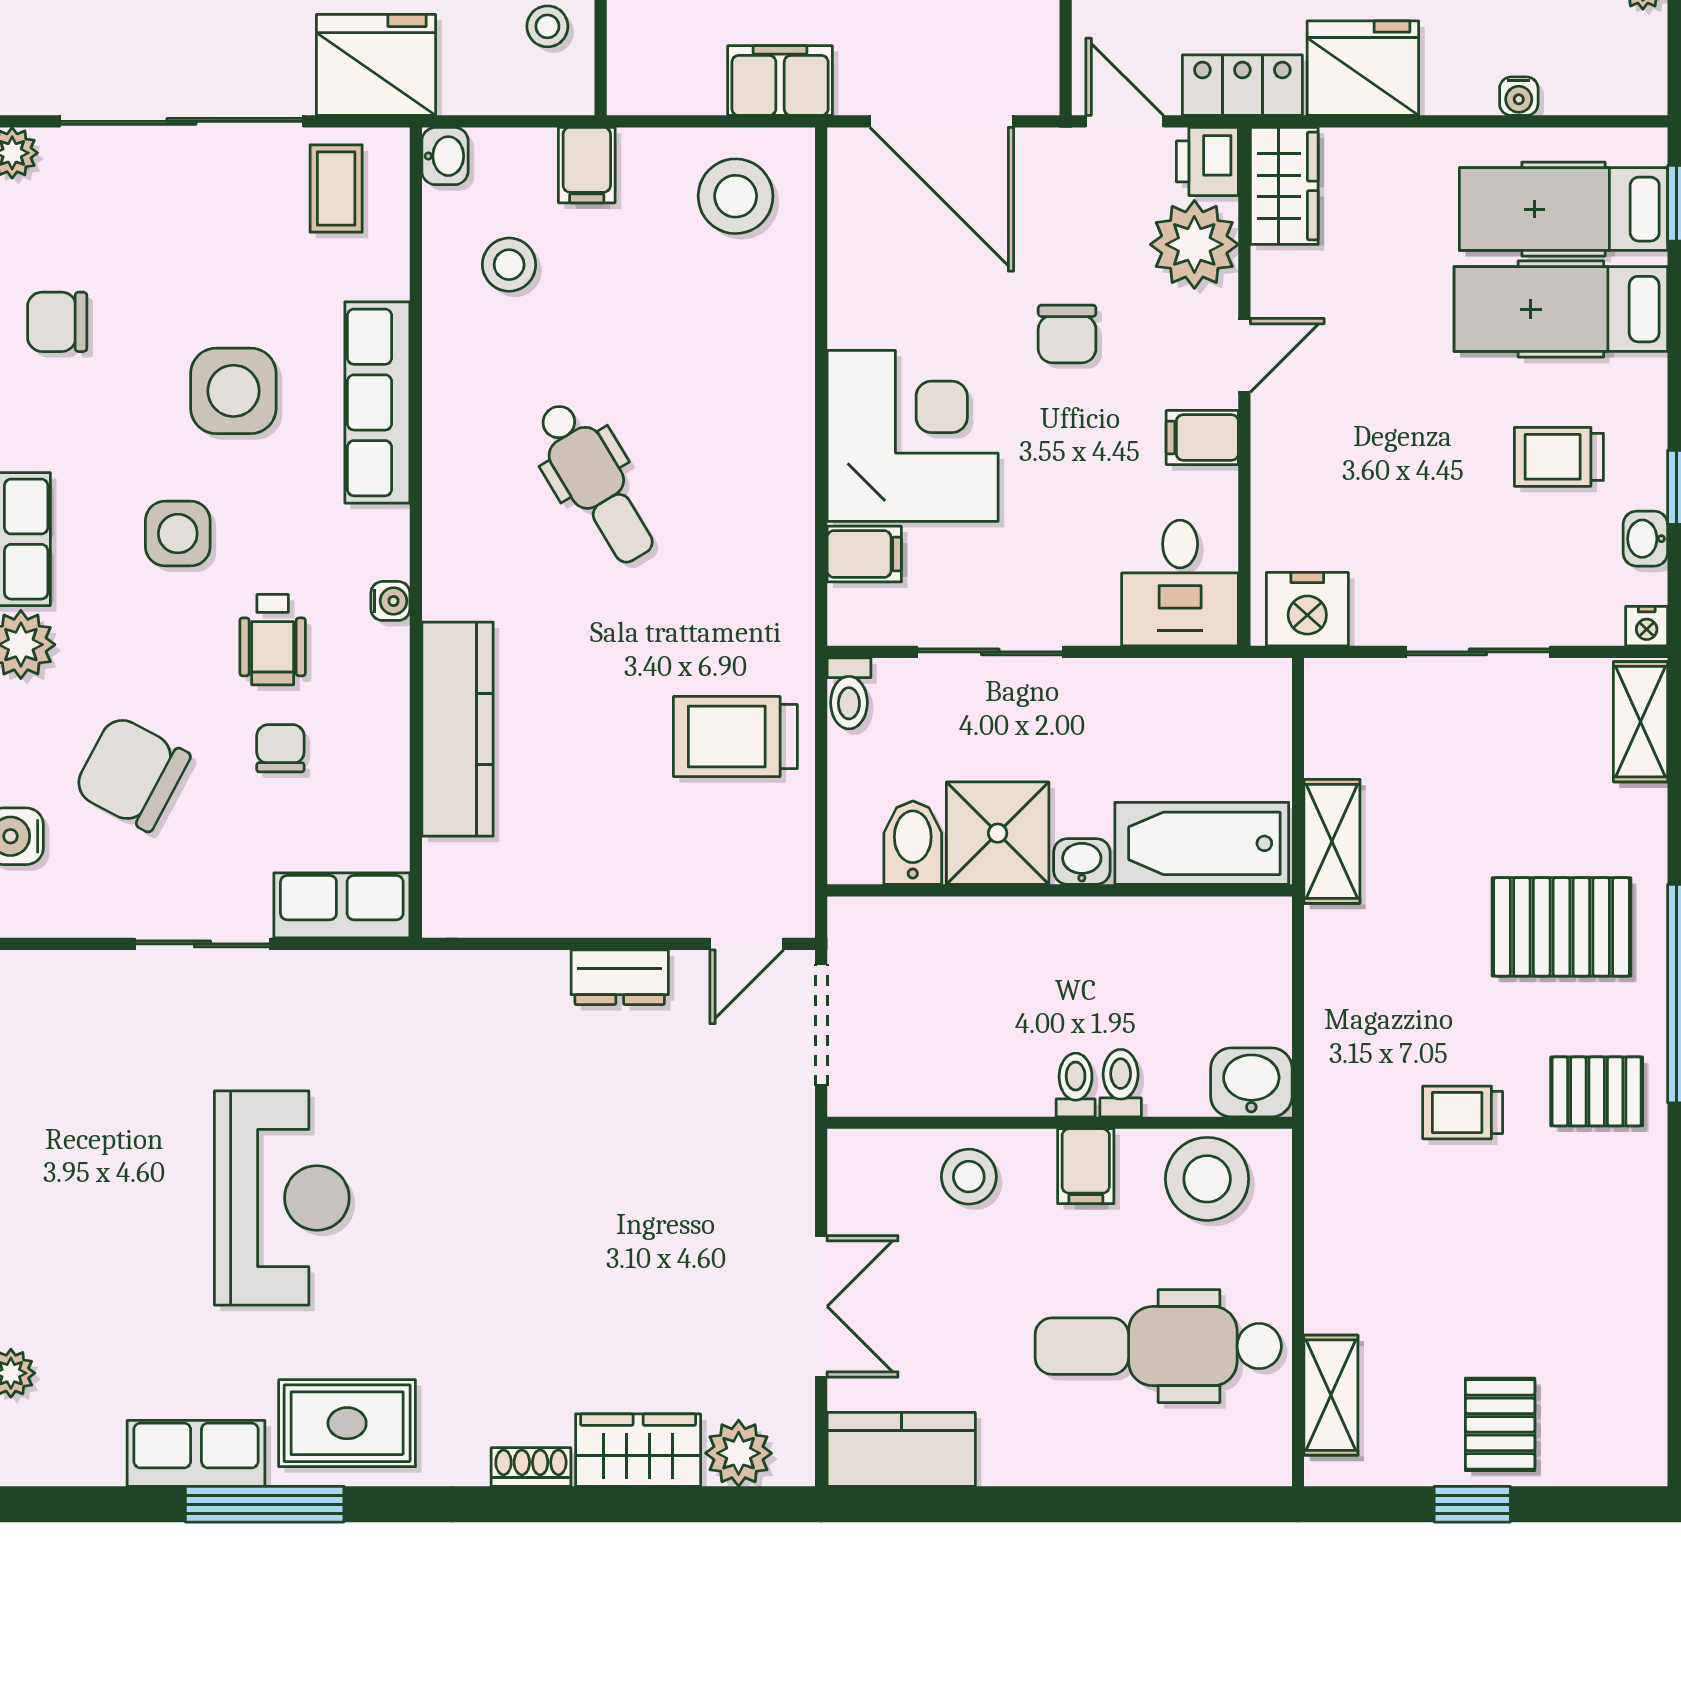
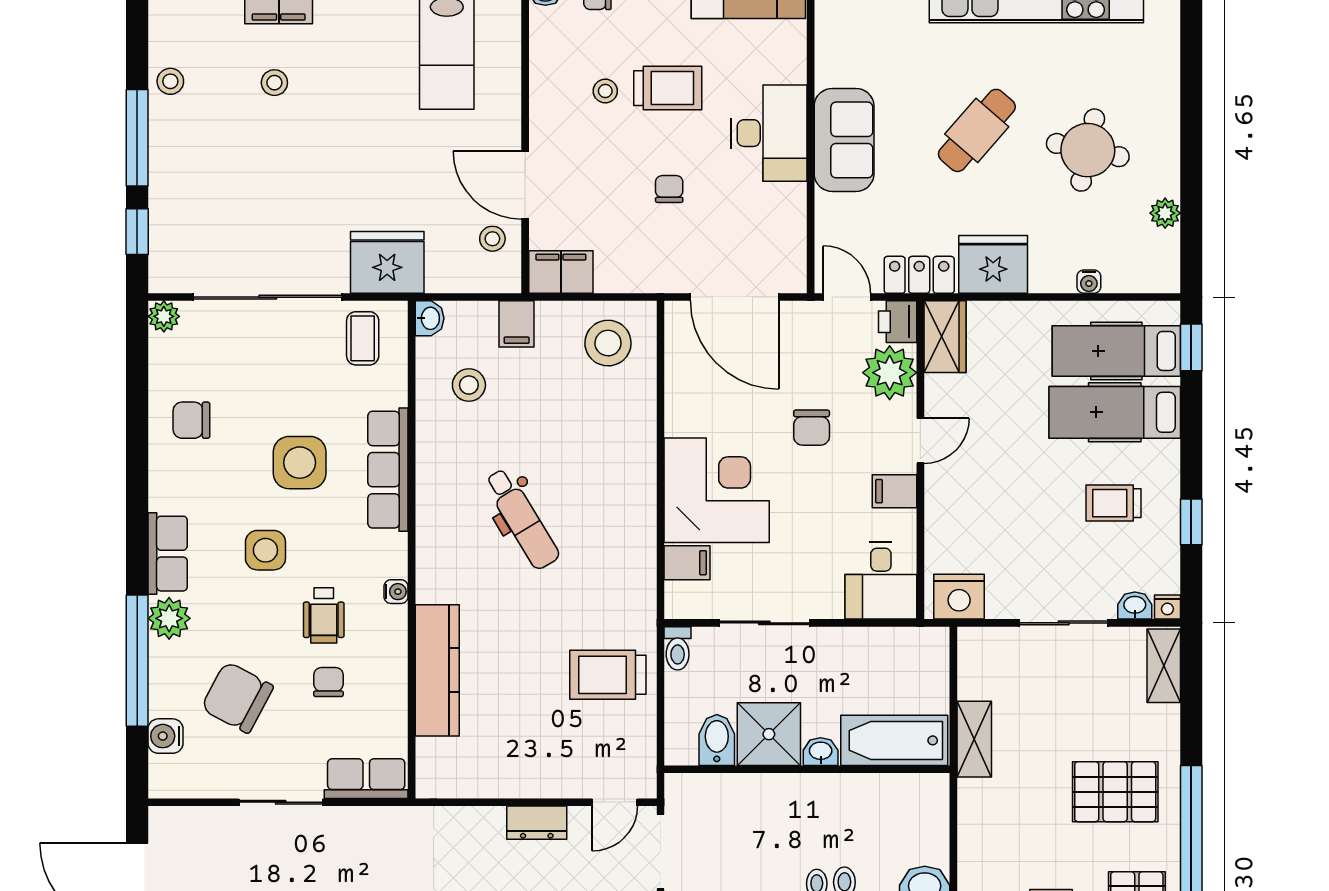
filing cabinet: (780, 81) -> (561, 272), moved
washbasin: (1645, 539) -> (1135, 606), moved, turned 90

